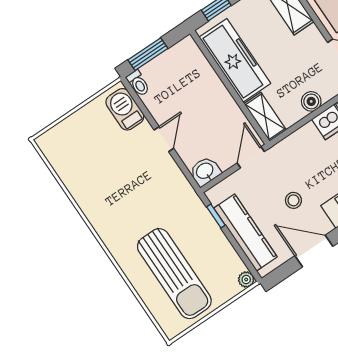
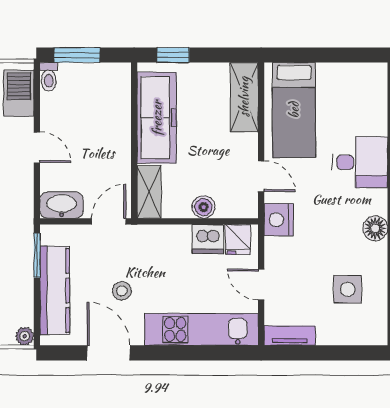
door: (164, 139) -> (37, 147), hinge flipped
washbasin: (205, 171) -> (62, 205), width x1.38
window: (216, 216) -> (37, 255), width x1.50

